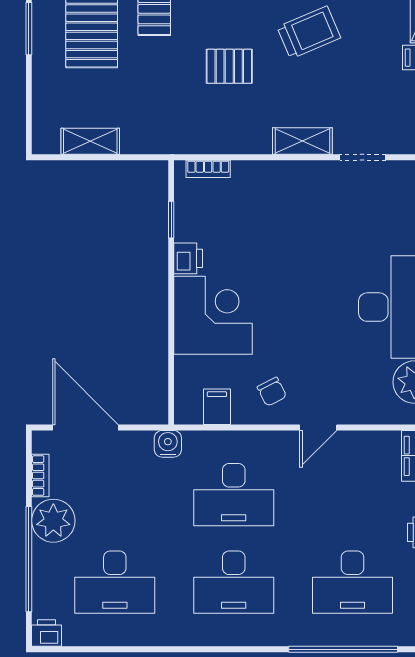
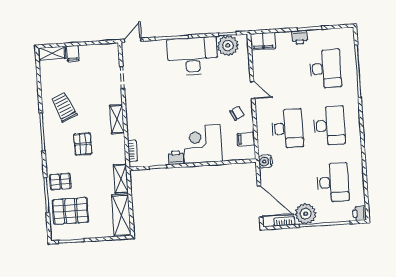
shelving: (90, 141) -> (121, 215), width x1.50, depth x1.33
shelving: (152, 141) -> (121, 179), added
shelving: (302, 141) -> (117, 119), moved
door: (85, 427) -> (260, 201), swing flipped

